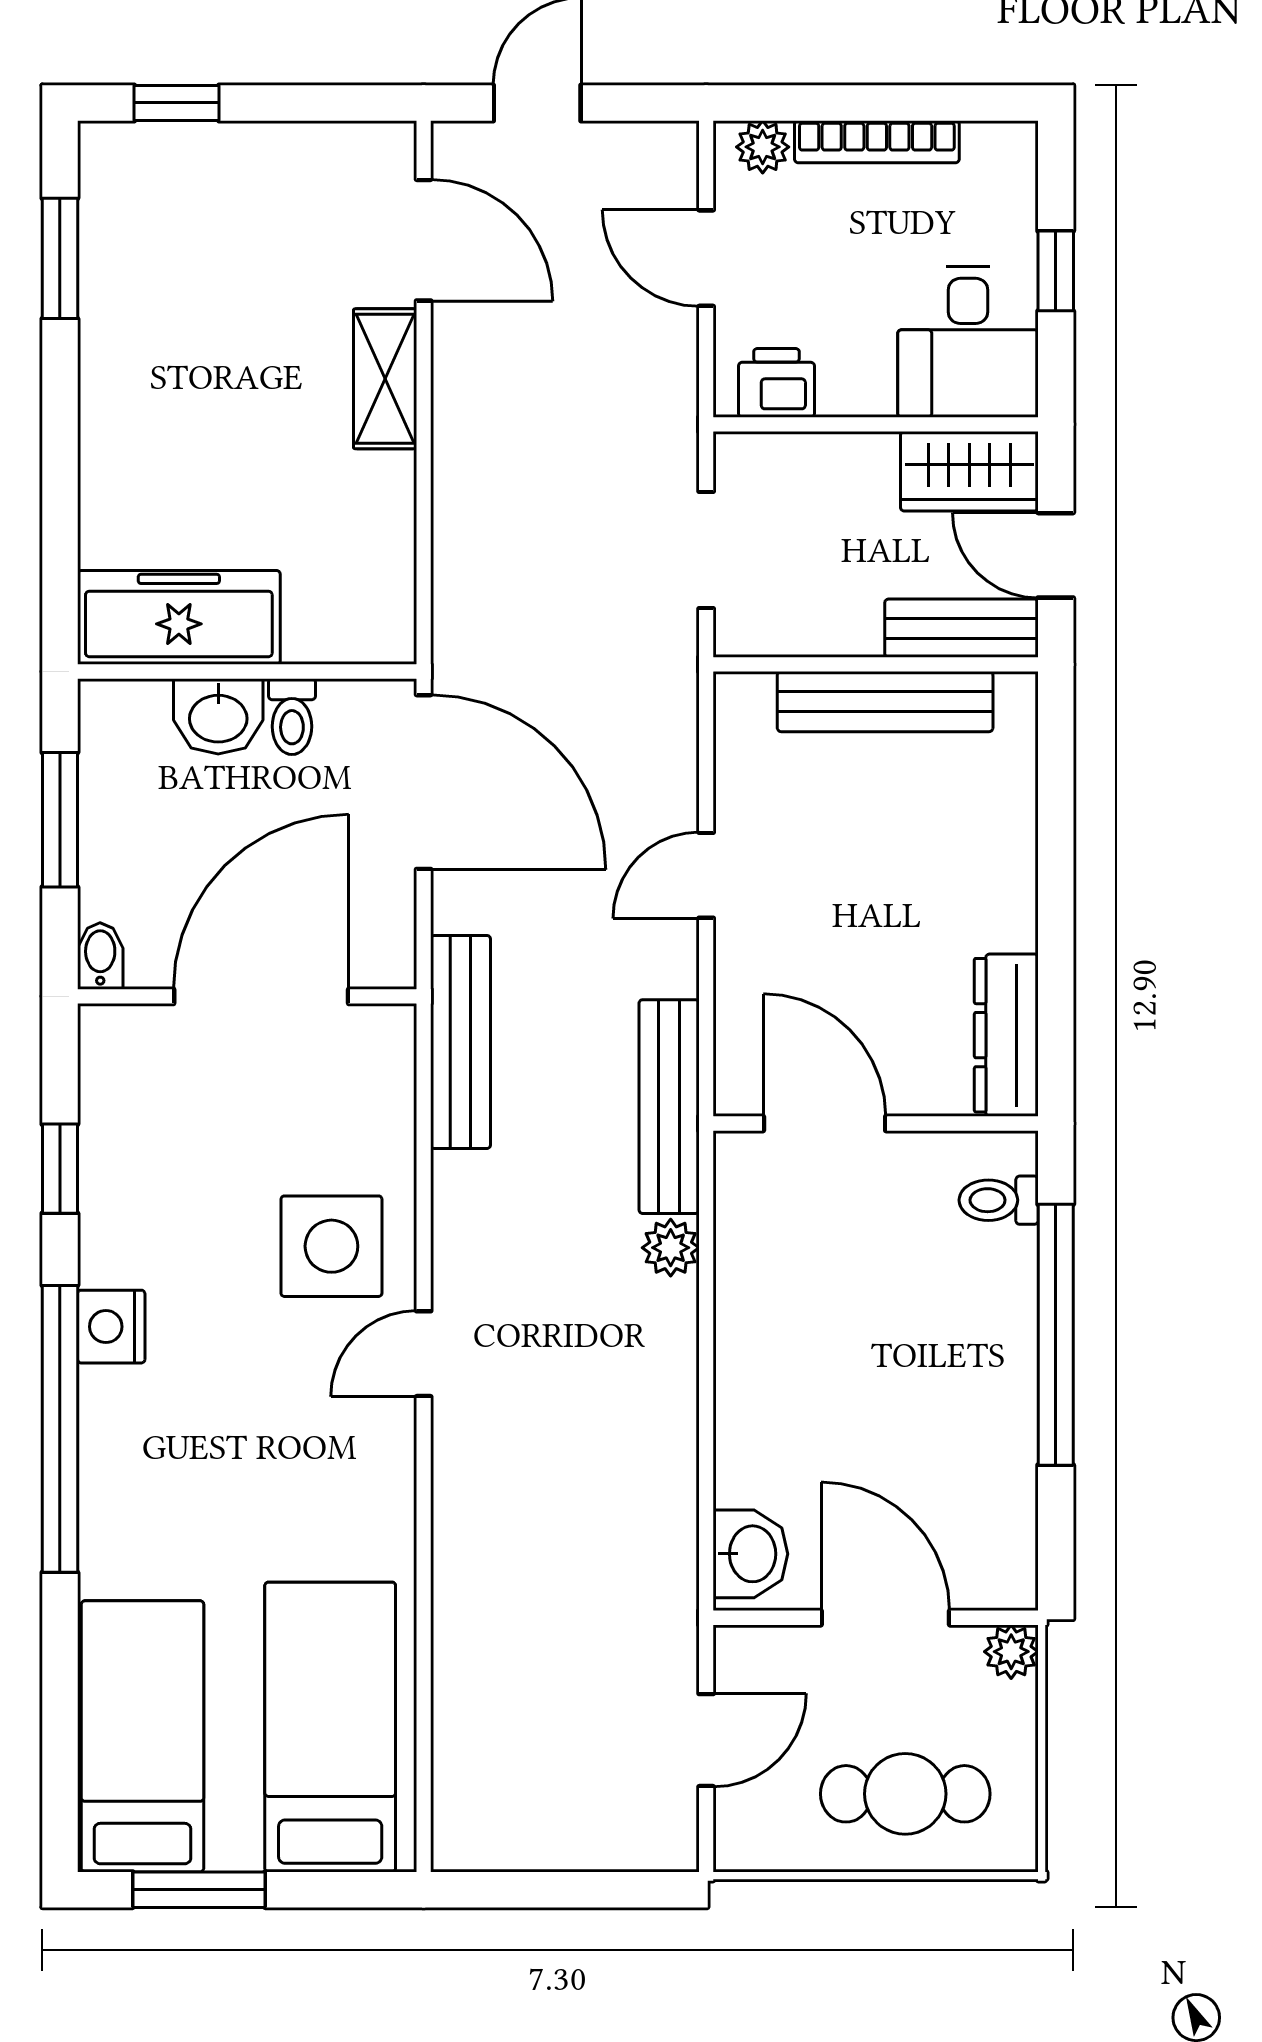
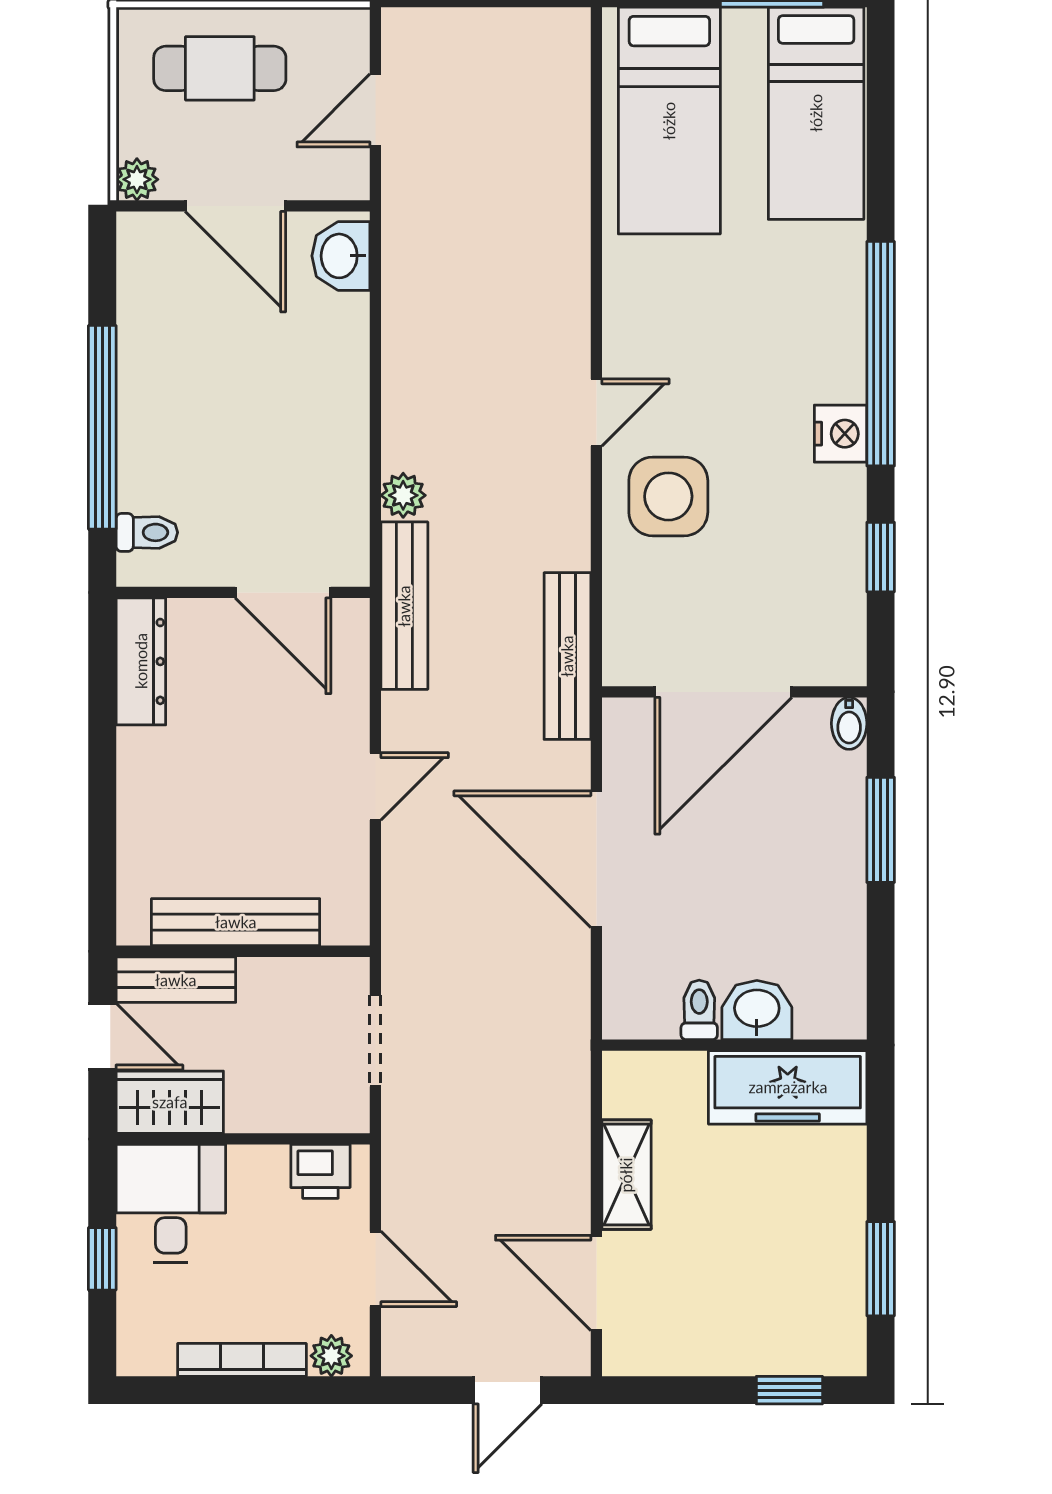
freezer: (179, 617) -> (788, 1087), moved
wall: (247, 671) -> (734, 1045), moved
washbasin: (218, 716) -> (757, 1010), moved
toilet: (292, 717) -> (699, 1010), moved

